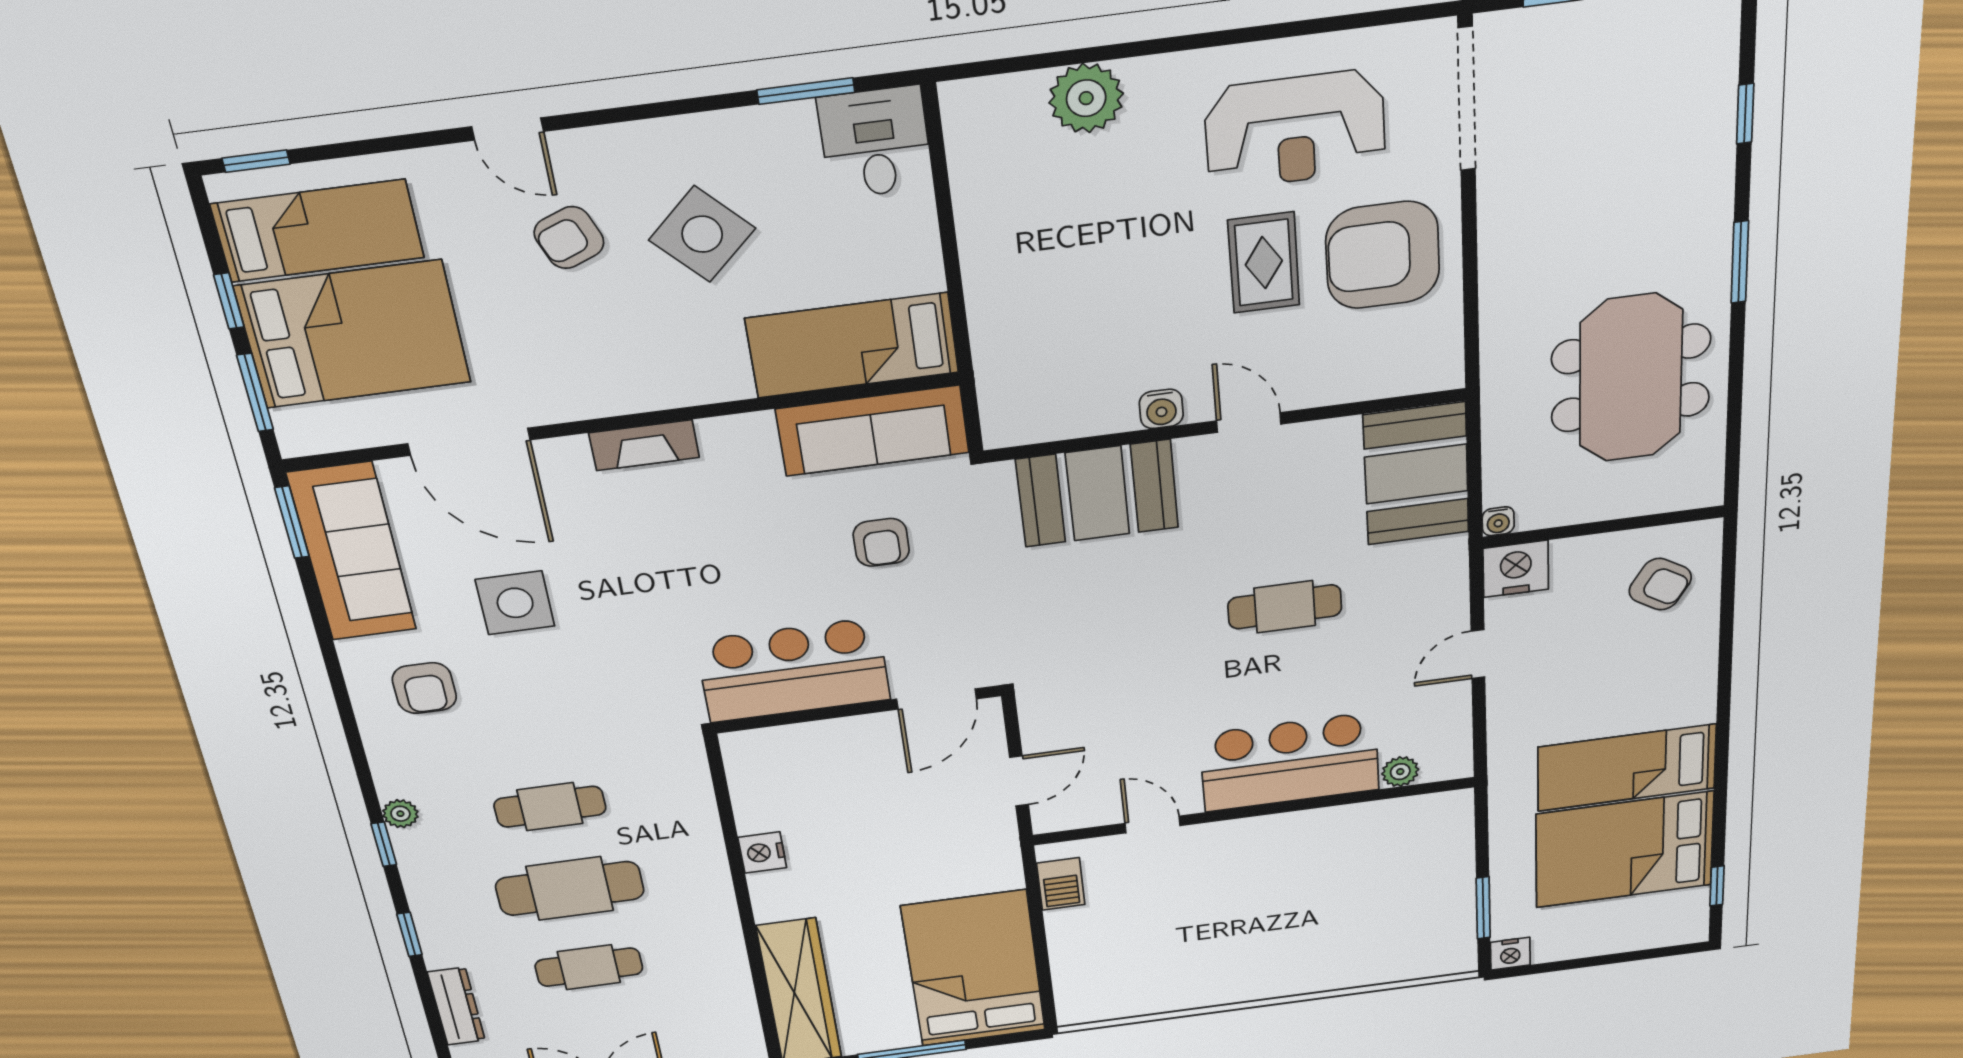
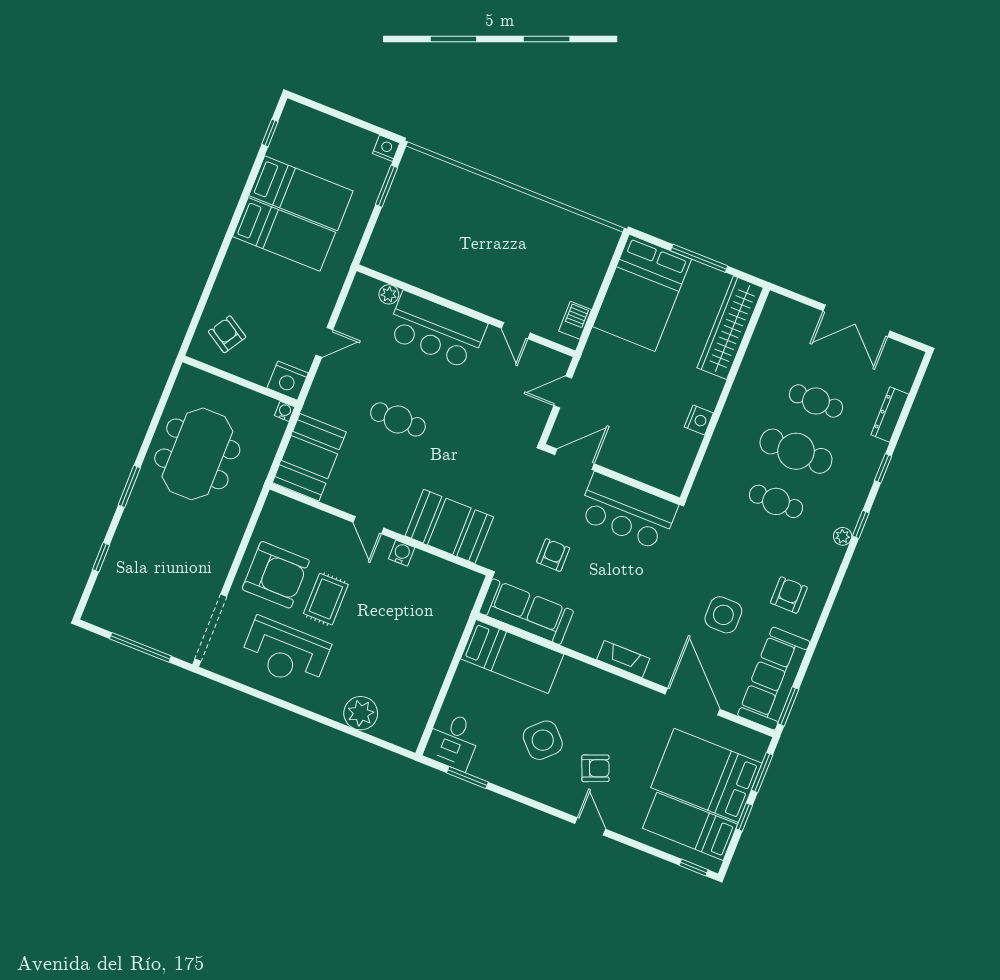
reception desk: (1295, 130) -> (285, 653), turned 180
bed: (1624, 850) -> (301, 193), width x0.67

